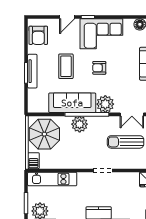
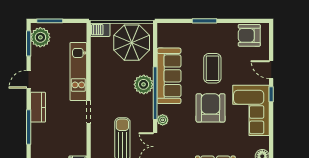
coffee table: (66, 66) -> (212, 68), turned 90
armchair: (99, 68) -> (211, 108), width x1.88, depth x1.88
tv unit: (32, 71) -> (207, 28), removed
plant: (105, 104) -> (163, 120), width x0.53, depth x0.53
kitchen unit: (52, 179) -> (78, 72), moved

